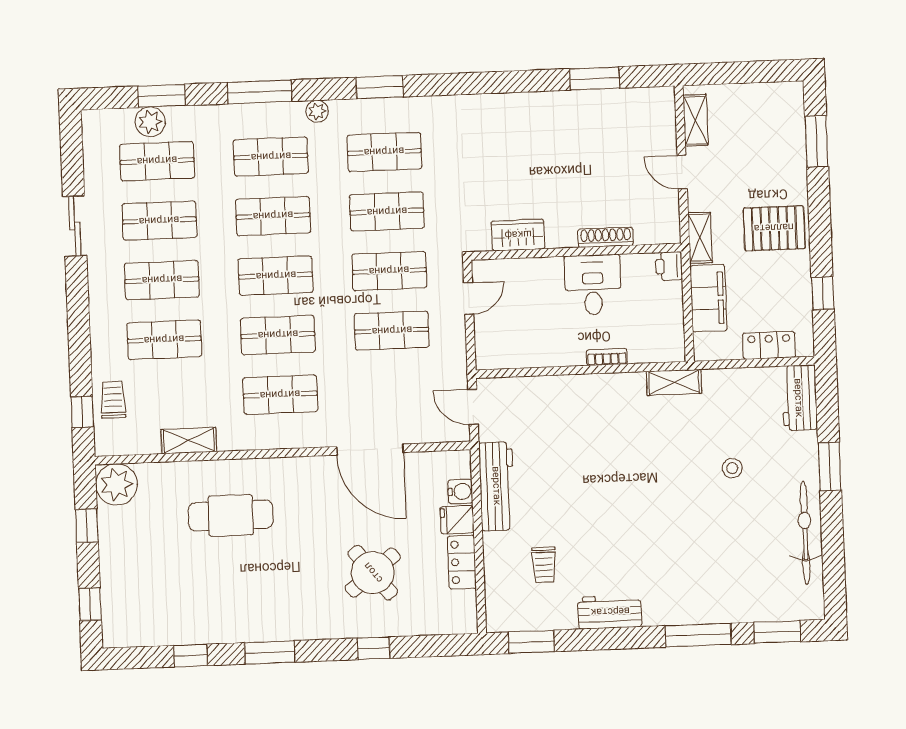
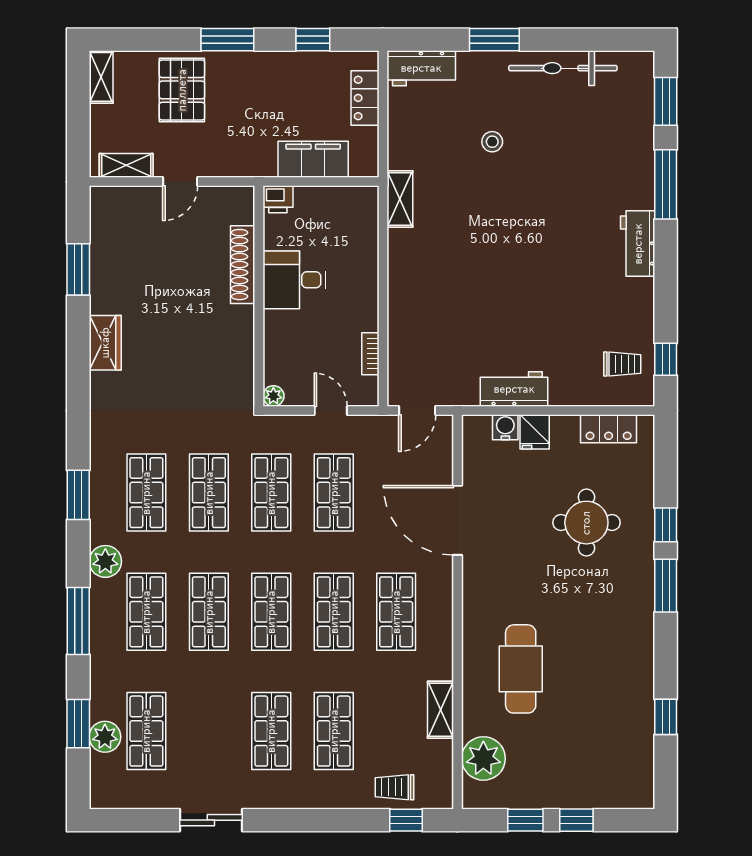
plant: (317, 111) -> (105, 561), width x1.38, depth x1.38
window: (817, 141) -> (227, 40), moved
shop shelf: (159, 221) -> (209, 731), removed
pallet: (774, 228) -> (182, 90), moved
wardrobe: (518, 235) -> (105, 343), moved, turned 180
shoe rack: (606, 237) -> (243, 265), width x1.36, depth x1.24
shelving: (700, 238) -> (101, 77), moved, turned 90
plant: (481, 269) -> (273, 396), added
door: (469, 298) -> (331, 411), moved
bookcase: (607, 357) -> (370, 354), moved
door: (370, 450) -> (457, 520), swing flipped
plant: (116, 484) -> (483, 758), moved
workbench: (497, 486) -> (514, 389), width x0.73
locker: (462, 562) -> (609, 429), moved
trolley: (544, 565) -> (622, 364), moved
round table: (373, 573) -> (586, 523), turned 38
window: (90, 604) -> (576, 820), moved
workbench: (610, 612) -> (638, 244), moved
window: (531, 642) -> (666, 359), width x0.67
window: (270, 652) -> (666, 586), moved

